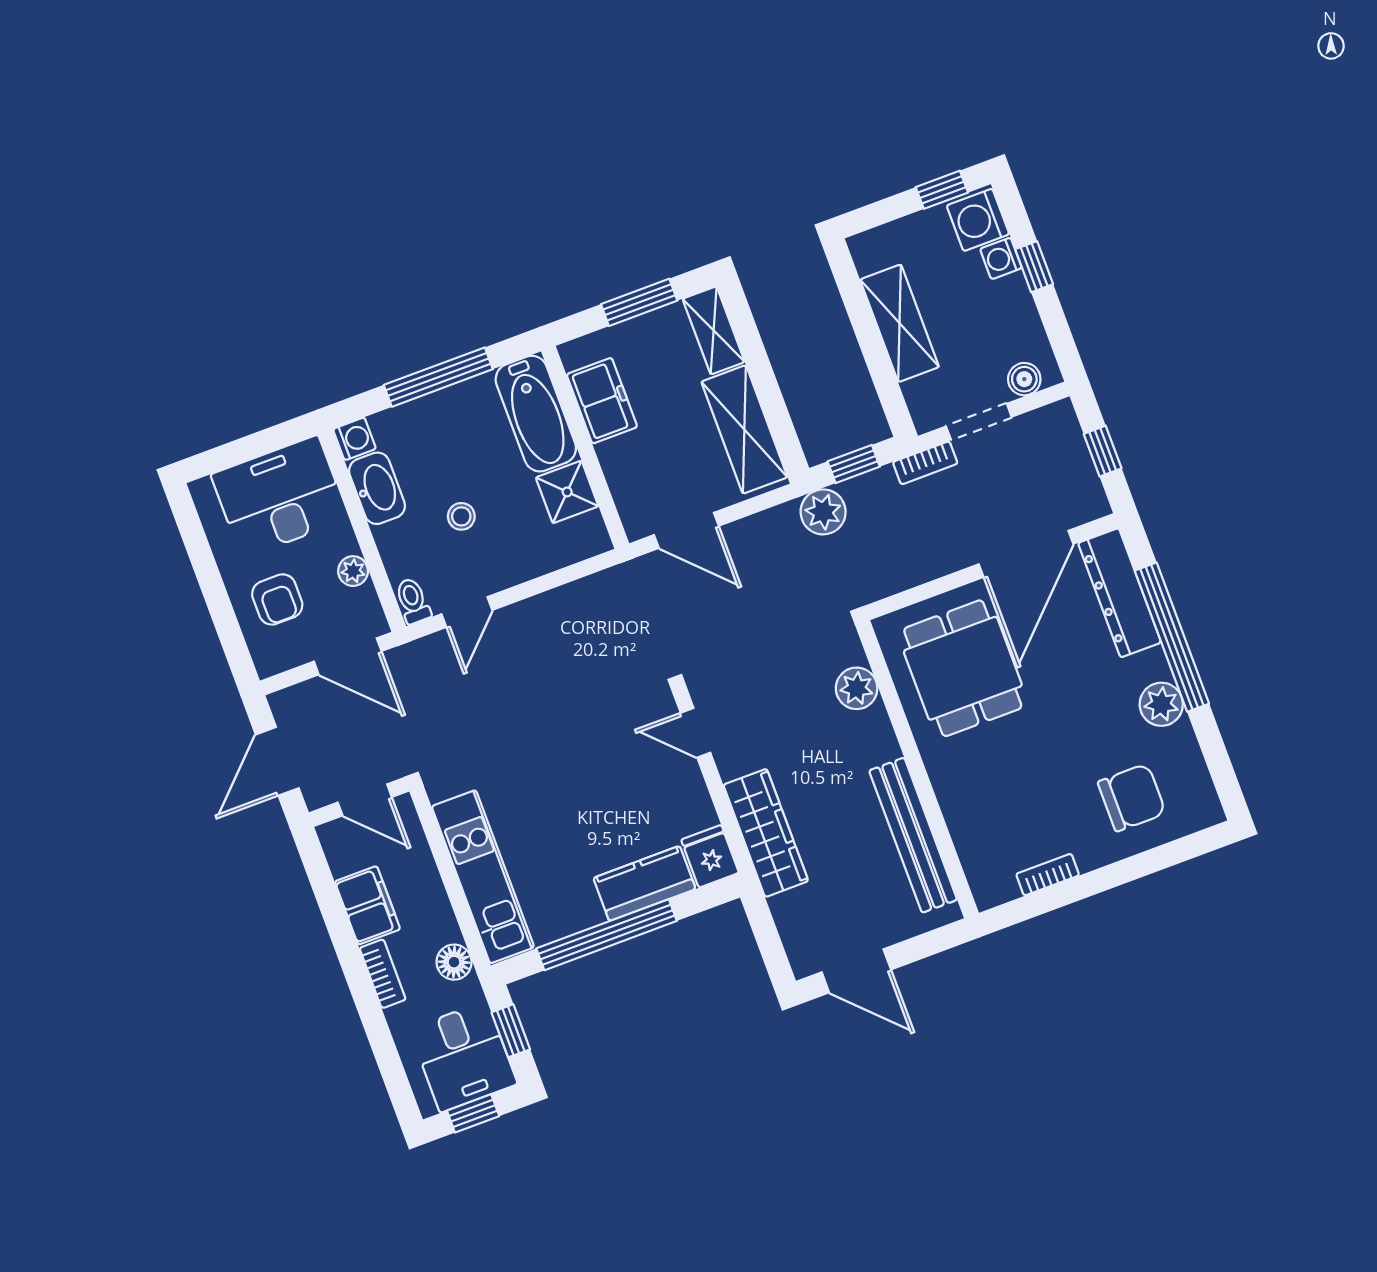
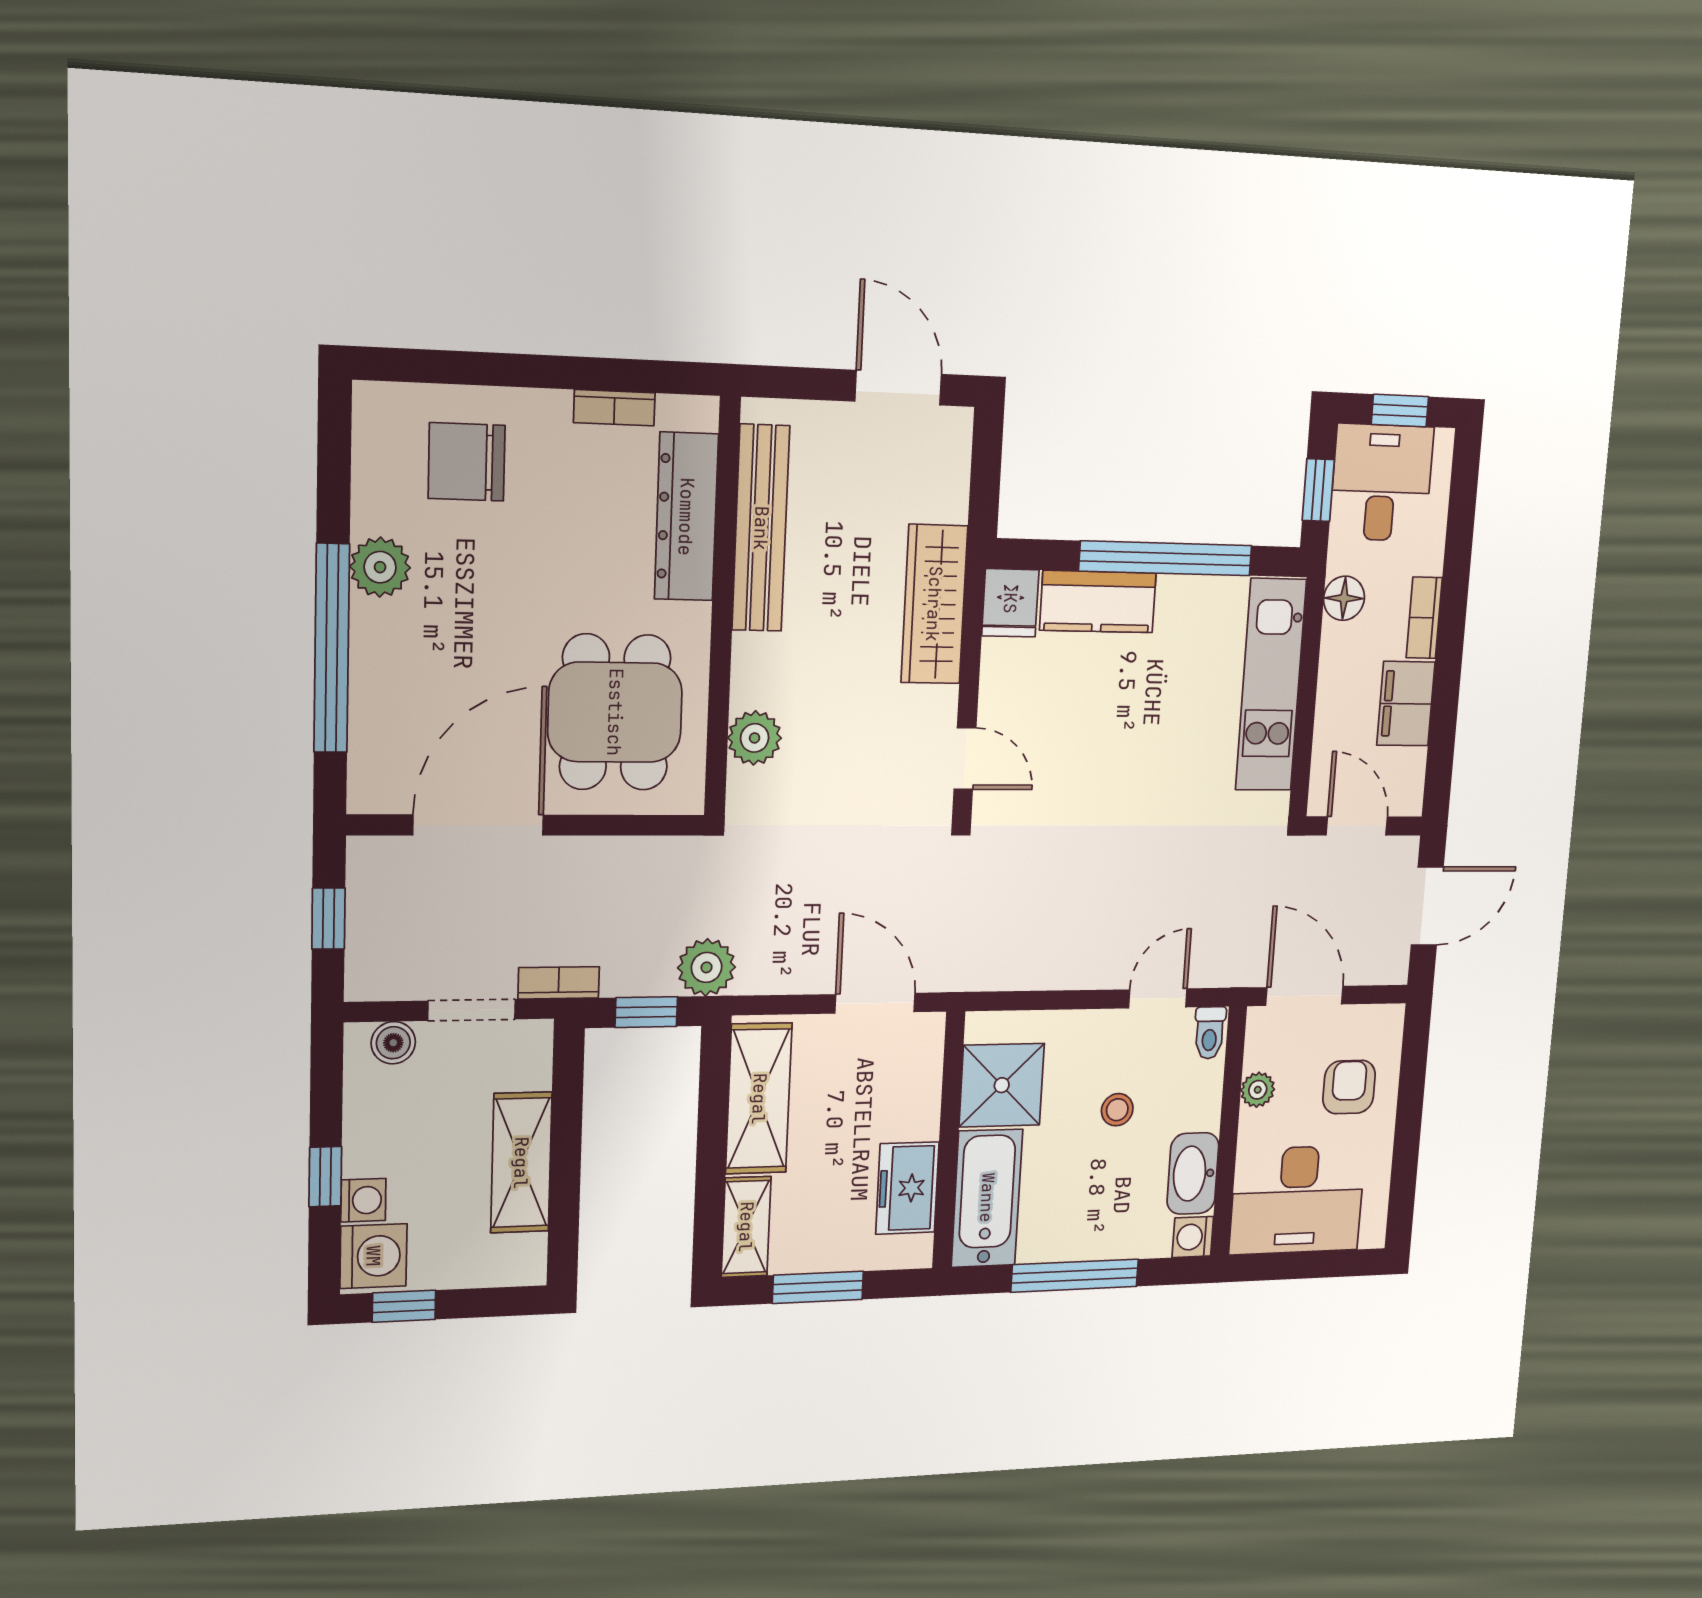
shower: (567, 492) -> (1002, 1085), width x1.36, depth x1.36
dresser: (1120, 593) -> (686, 517), moved, turned 180

